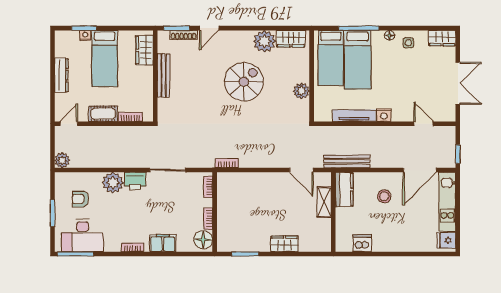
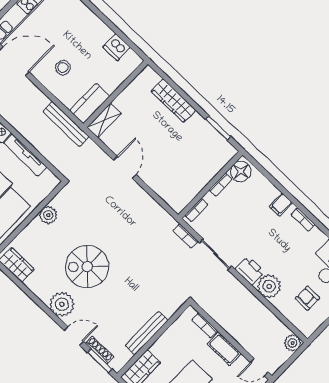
plant: (264, 41) -> (62, 304), moved
bookcase: (227, 163) -> (186, 236), moved
door: (301, 170) -> (125, 167), moved
armchair: (80, 199) -> (307, 298), turned 180
shelving: (324, 202) -> (104, 120), moved
filing cabinet: (163, 243) -> (281, 205), width x0.50
wardrobe: (284, 244) -> (173, 101), width x1.50

